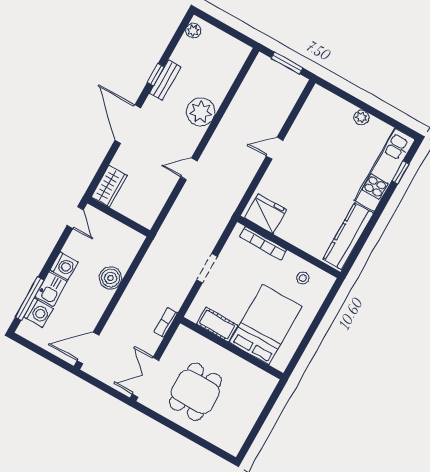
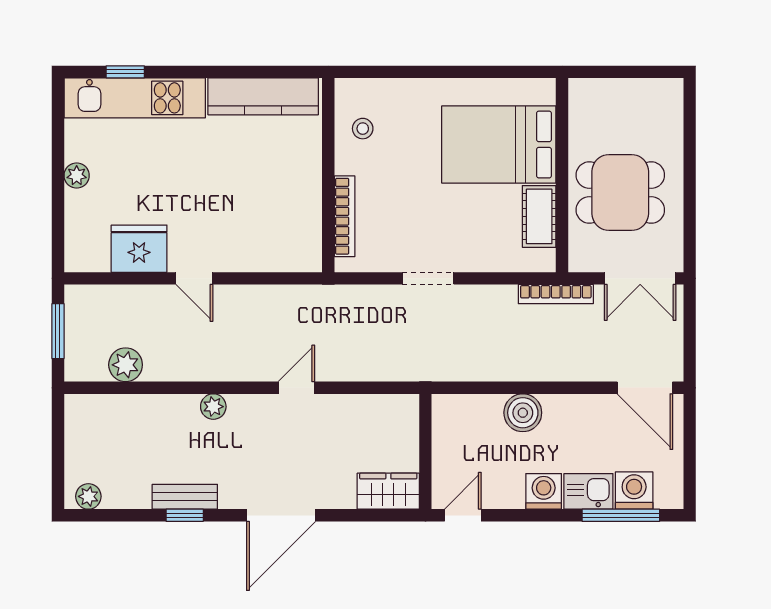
plant: (250, 88) -> (126, 365), added
plant: (201, 112) -> (213, 407), width x0.53, depth x0.53
door: (189, 169) -> (296, 388), swing flipped
fridge: (266, 214) -> (139, 249), moved, turned 90
bookcase: (166, 322) -> (556, 294), width x1.56
cot: (217, 324) -> (539, 216), moved
bed: (266, 325) -> (499, 145), moved
wall: (232, 348) -> (562, 175), moved

